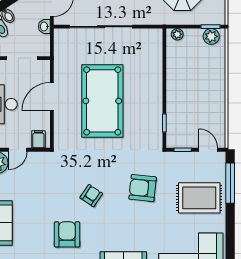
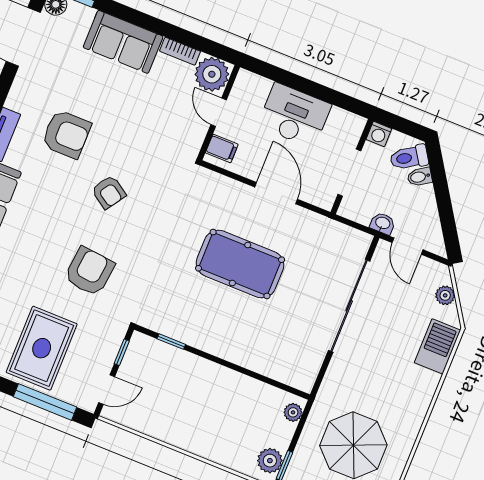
pool table: (102, 101) -> (240, 264), width x0.73, depth x0.76

